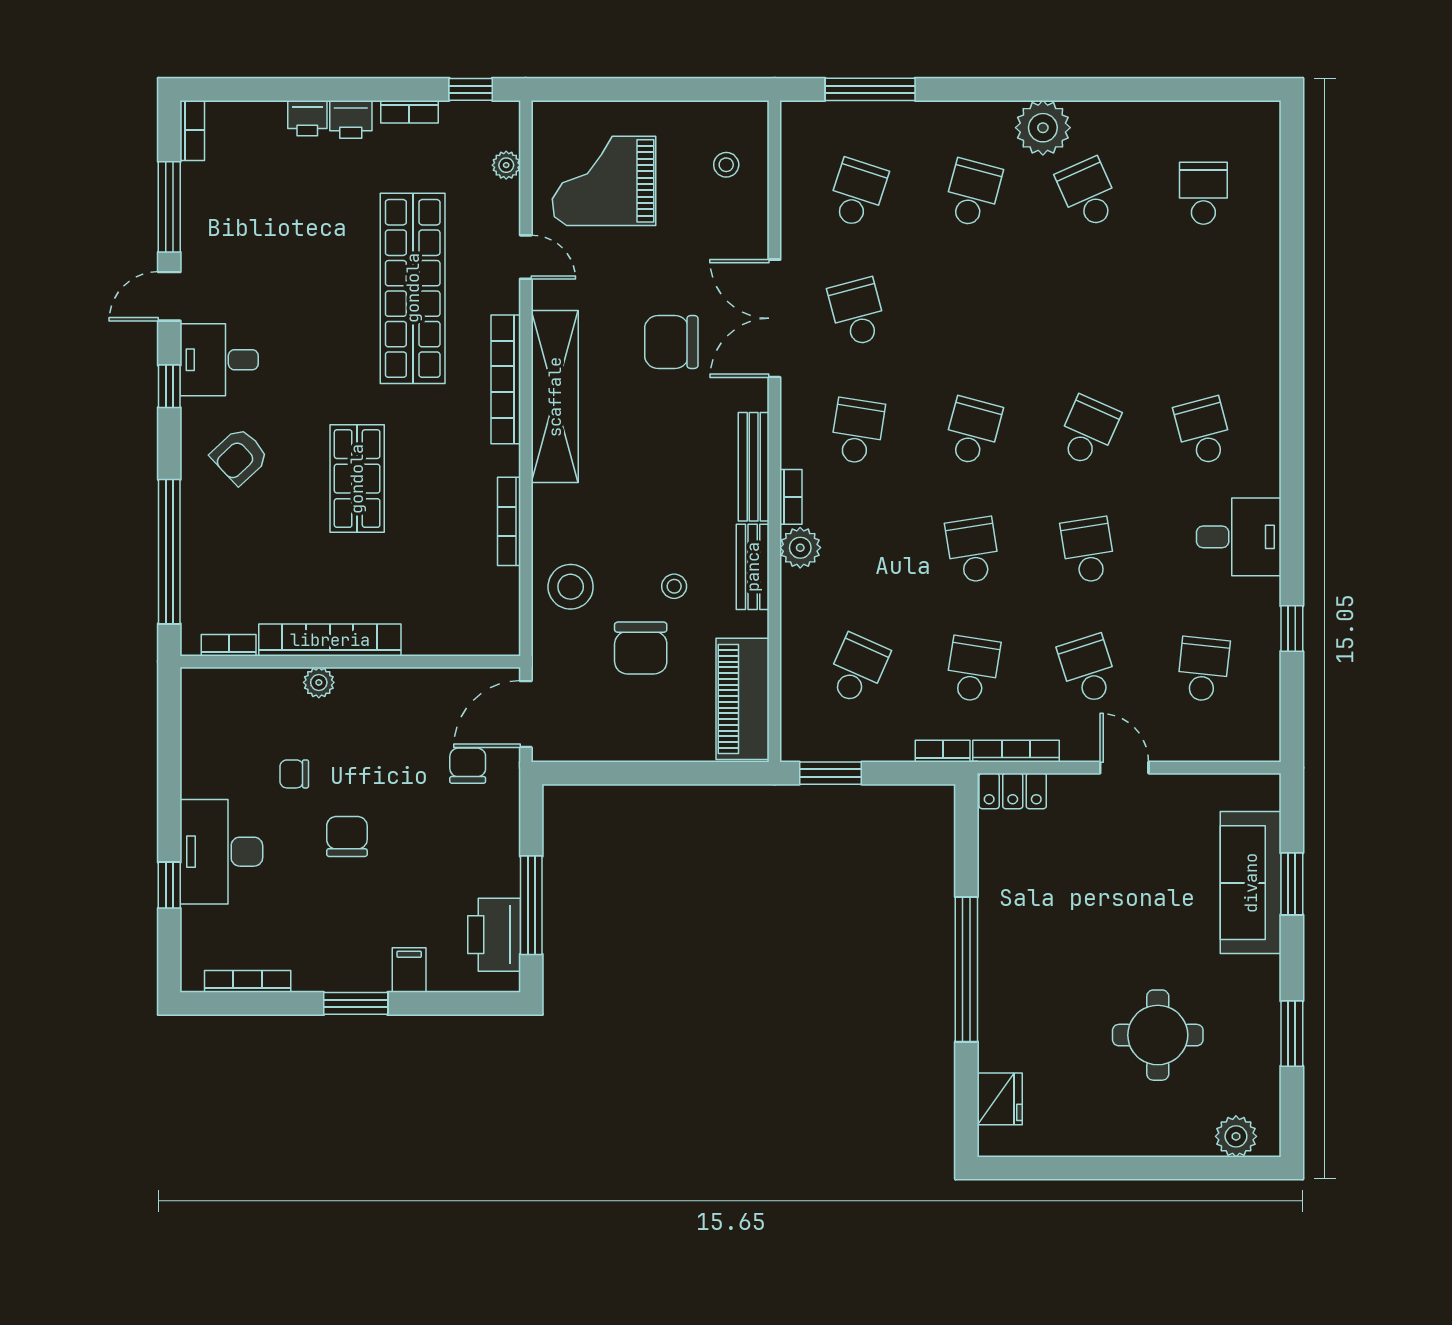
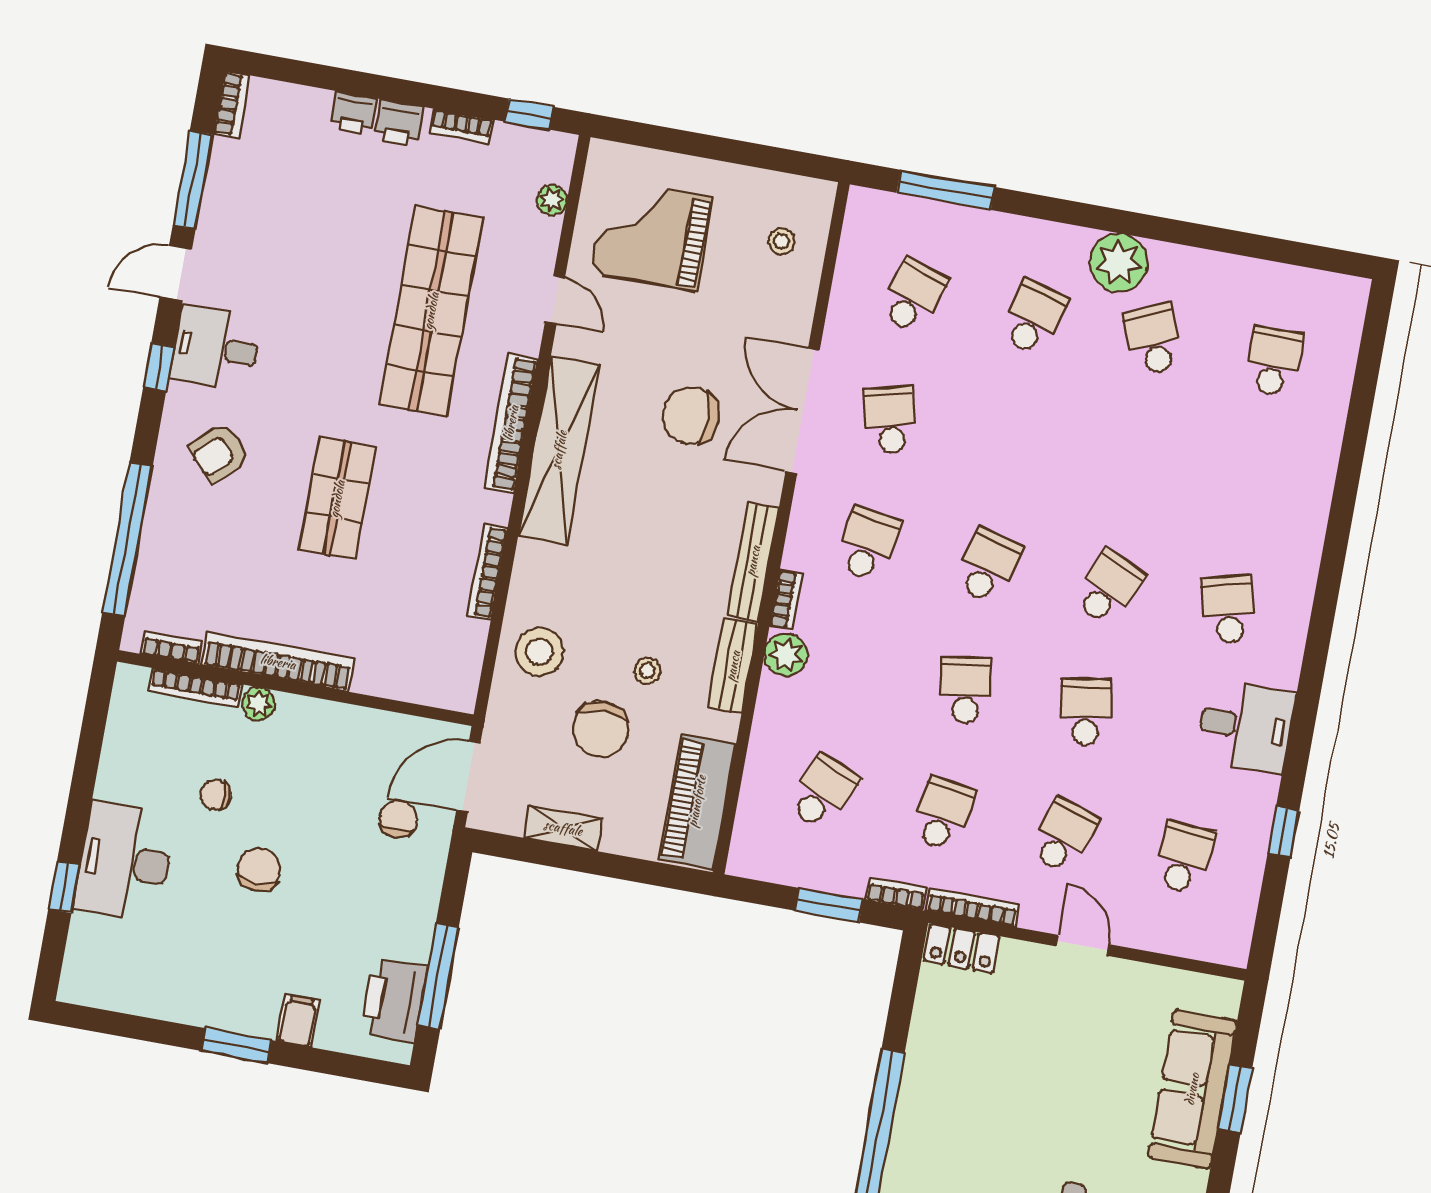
school desk: (1088, 669) -> (1063, 836), turned 36
shelving: (622, 746) -> (563, 828), added
window: (830, 773) -> (829, 905), moved
bookcase: (248, 981) -> (195, 688), moved, turned 180

